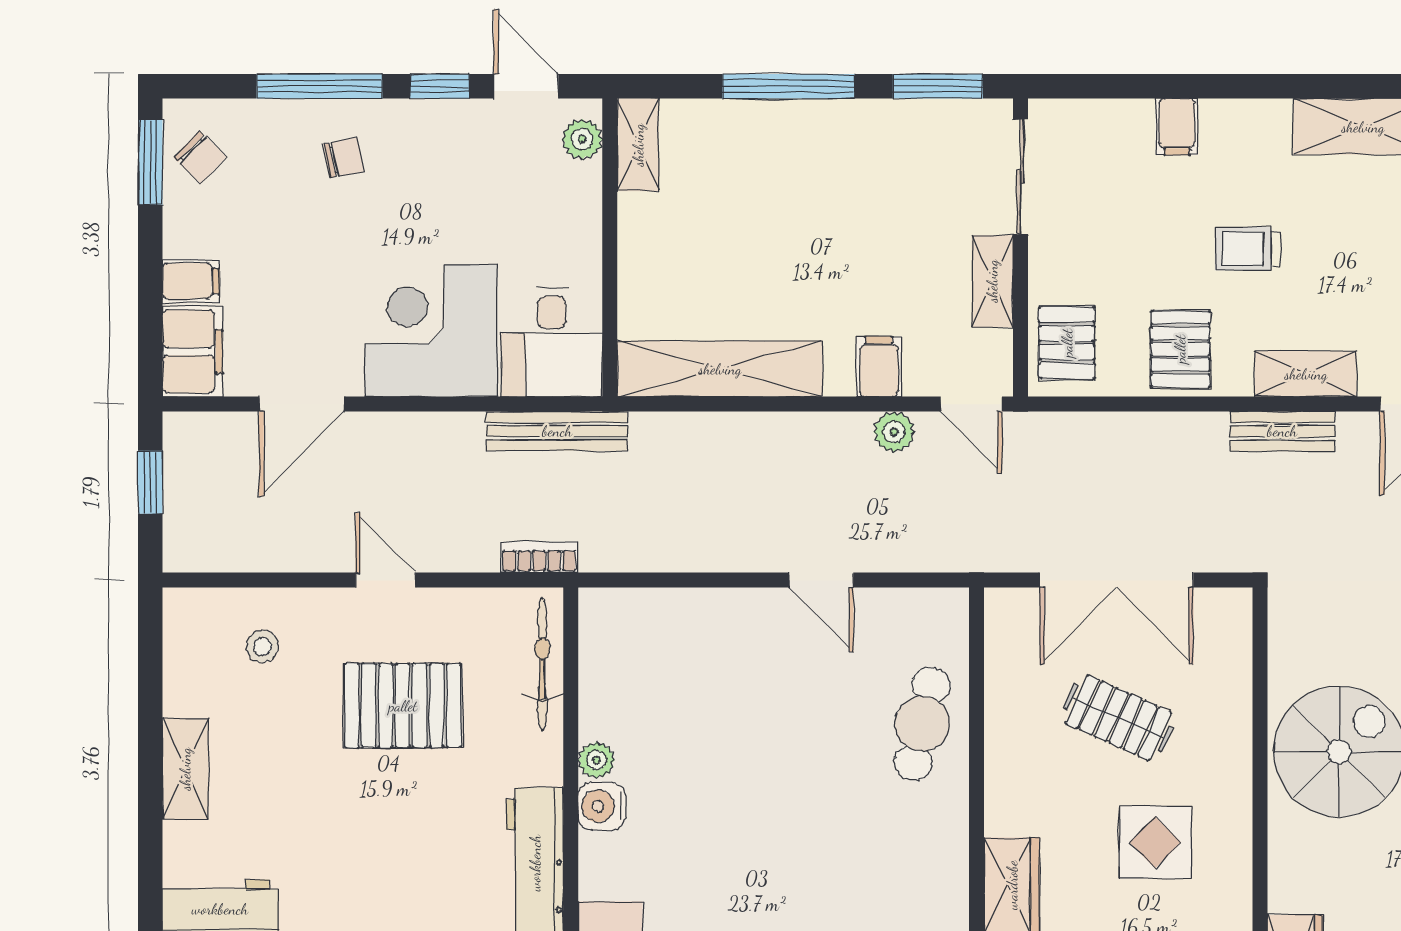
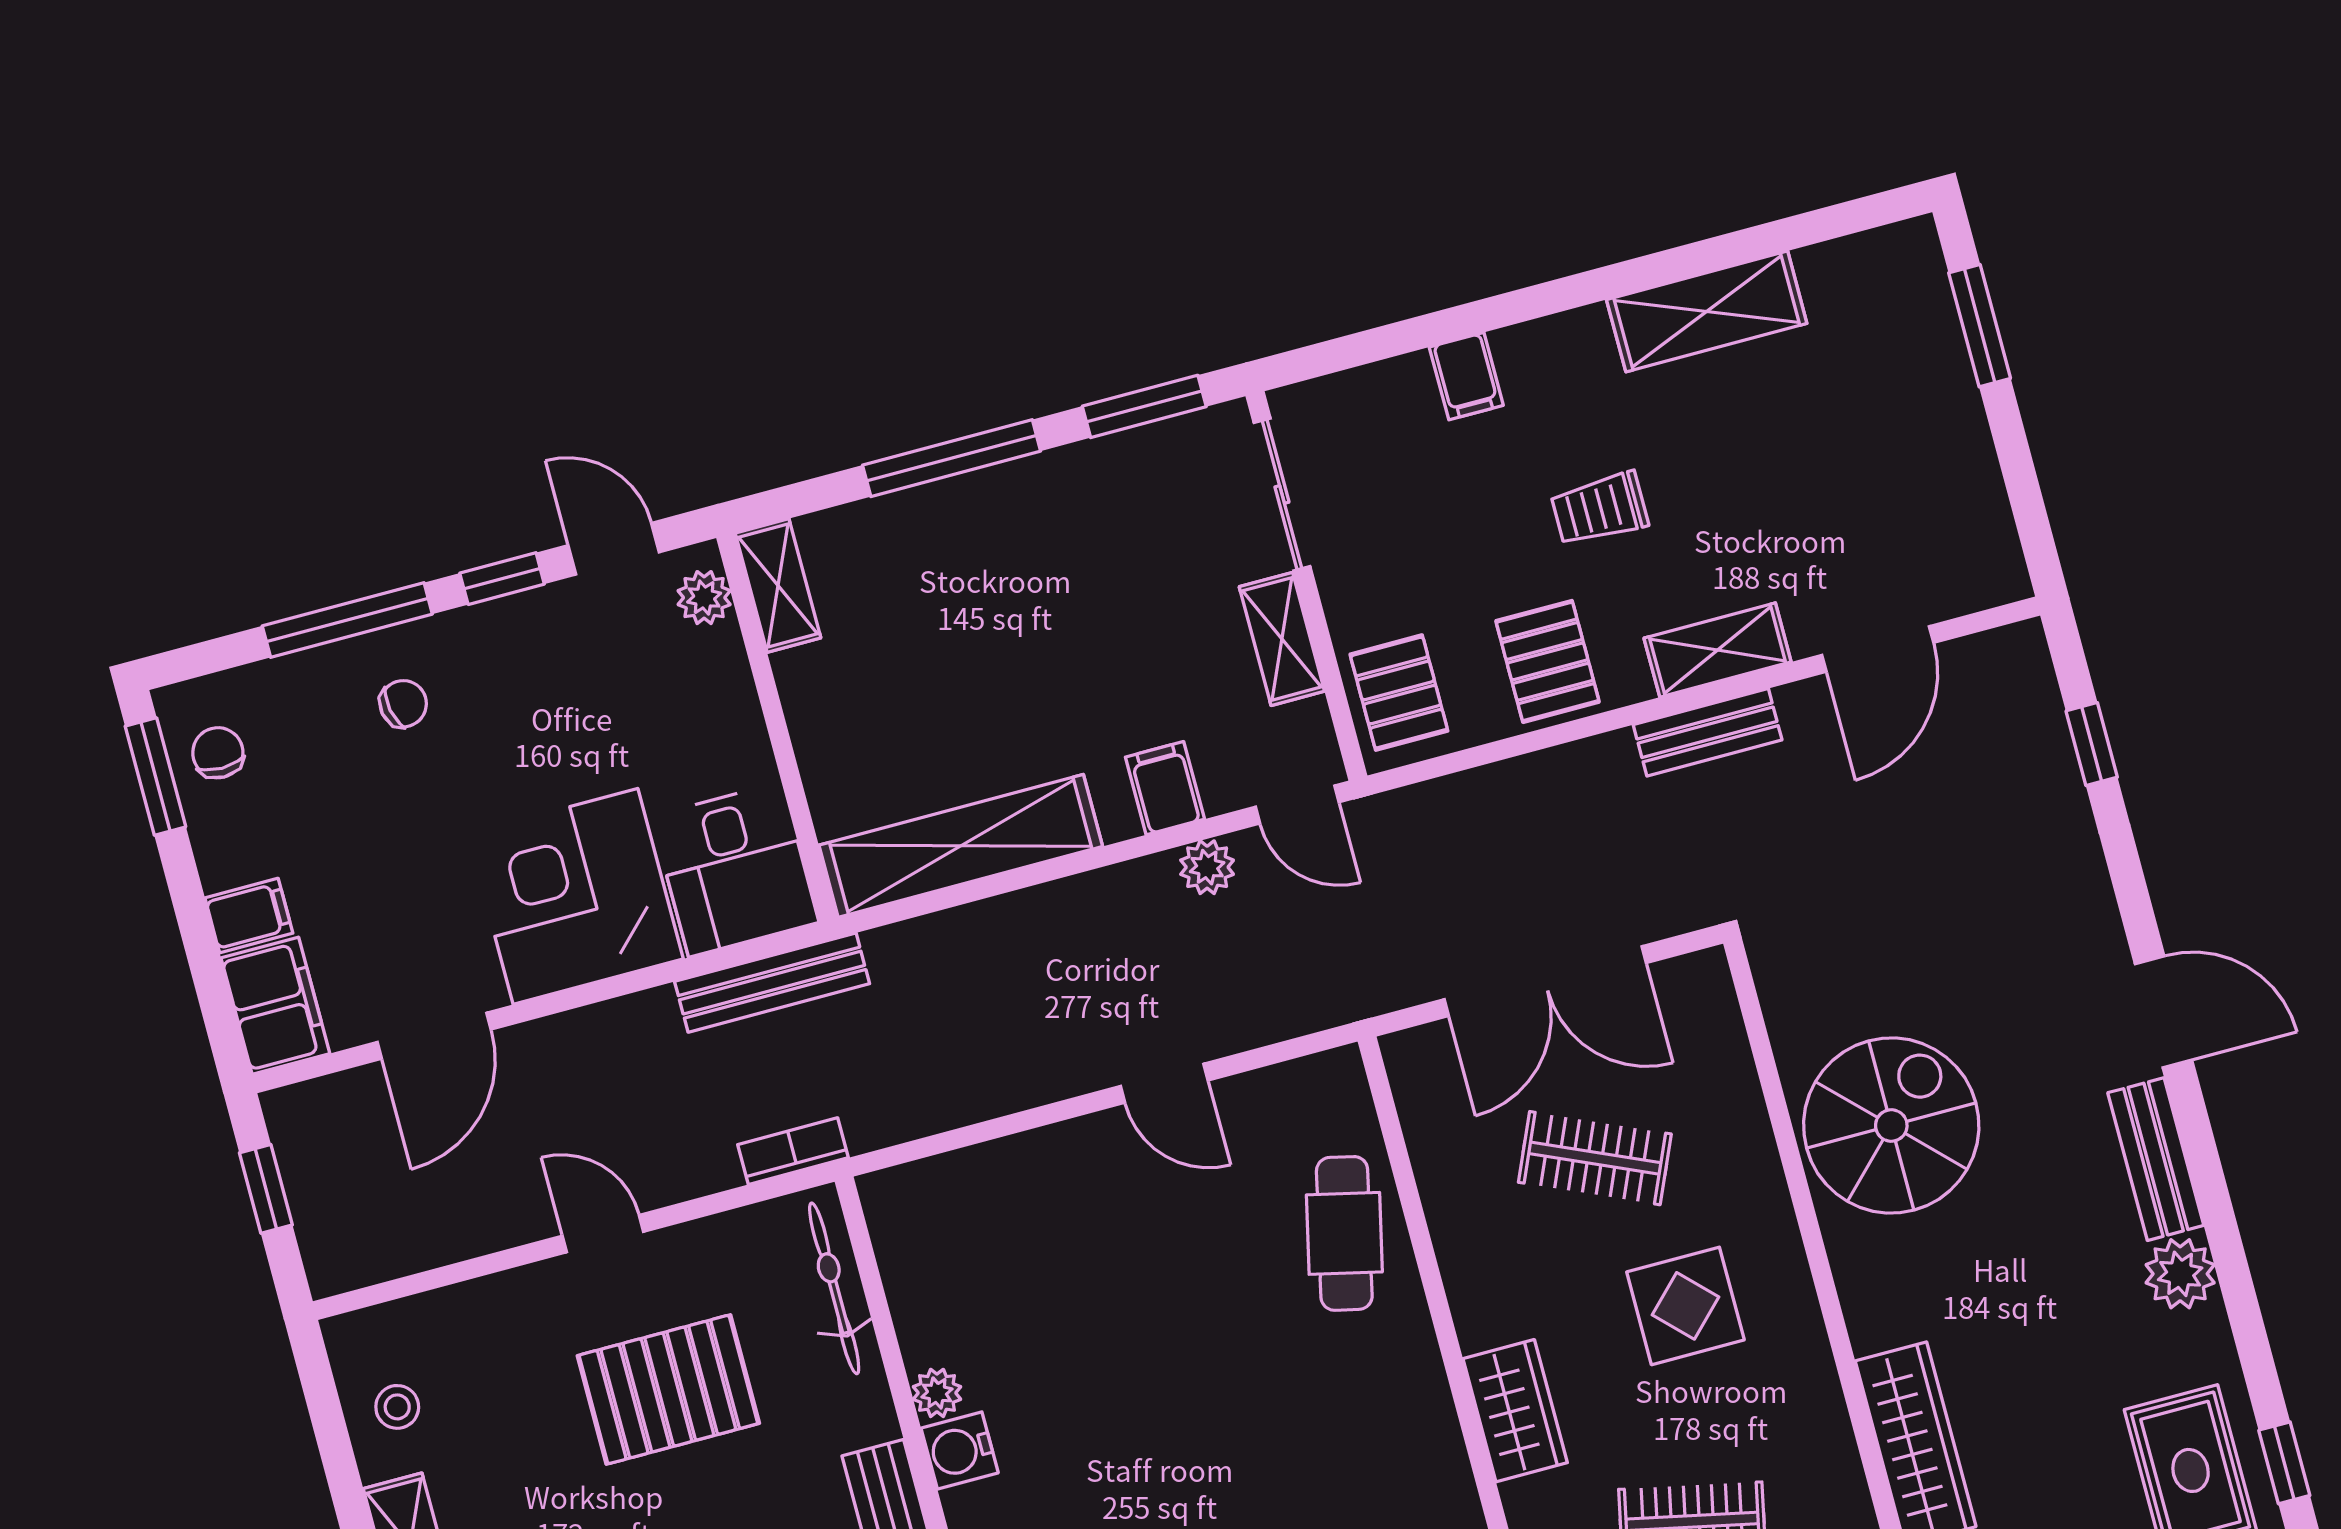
chair: (200, 157) -> (218, 753), turned -134
stool: (262, 646) -> (397, 1407), moved

